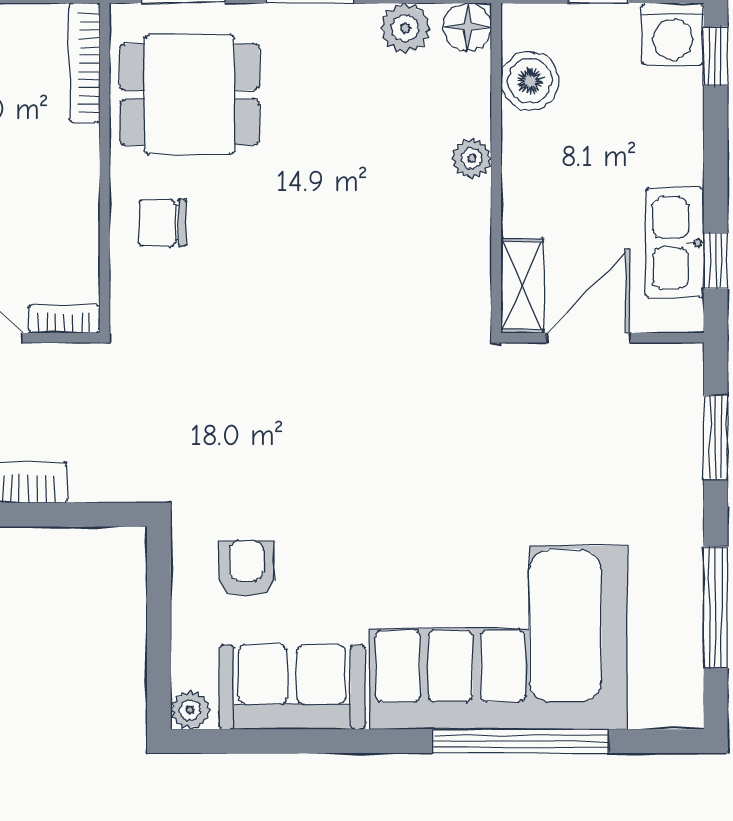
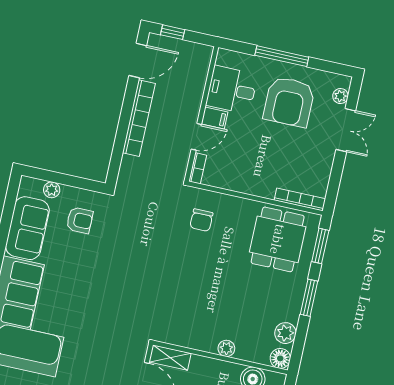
chair: (162, 223) -> (201, 220), moved, turned 180
plant: (190, 710) -> (52, 190), moved

